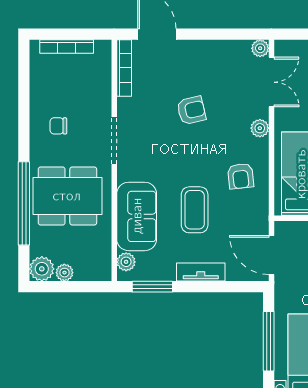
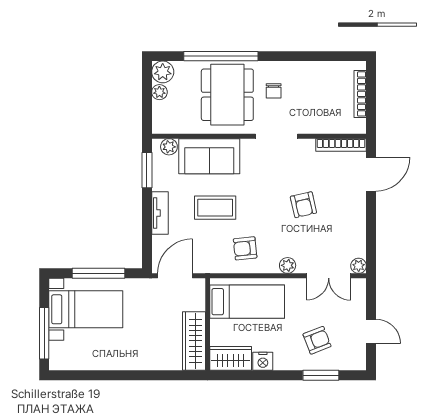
chair: (58, 126) -> (274, 91), moved, turned 180

